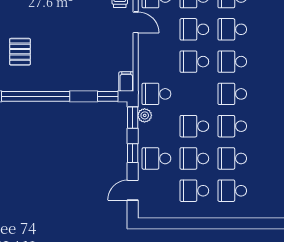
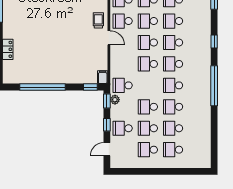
pallet: (20, 52) -> (32, 57), removed

